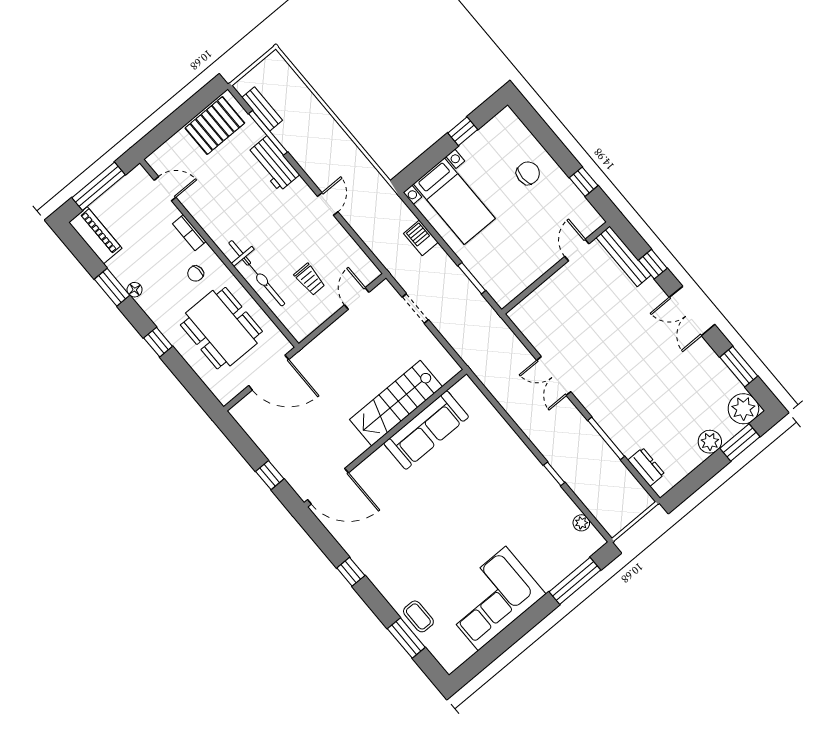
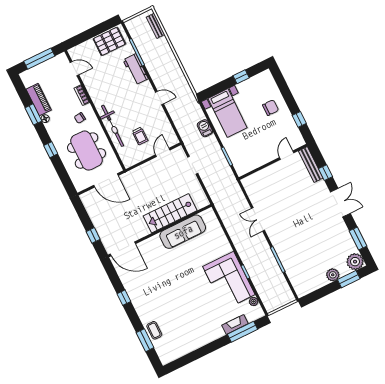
bench: (262, 109) -> (156, 26), moved
door: (328, 204) -> (160, 98), hinge flipped
piano: (95, 235) -> (39, 100), moved
double door: (692, 311) -> (340, 203), swing flipped
dresser: (646, 467) -> (295, 280), removed
fireplace: (559, 571) -> (235, 324), added
corner sofa: (492, 598) -> (229, 281), moved, turned -90

